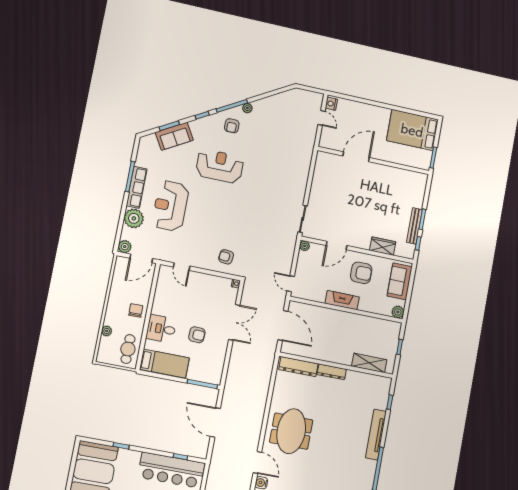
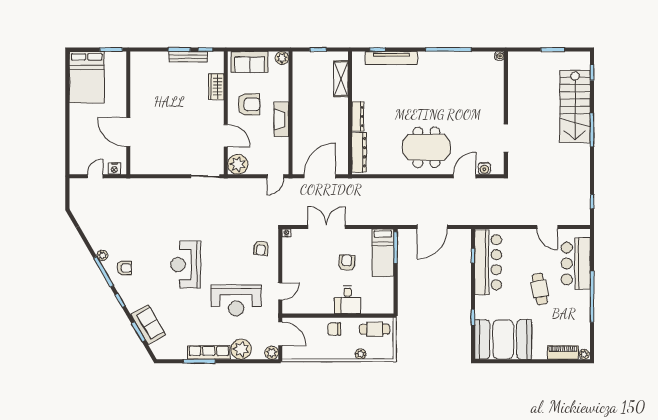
nightstand: (331, 104) -> (114, 169), moved
reception desk: (220, 166) -> (186, 265), moved
reception desk: (170, 206) -> (236, 300), moved
plant: (305, 246) -> (238, 164), width x1.88, depth x1.88
armchair: (361, 273) -> (249, 104), turned 90
bed: (164, 364) -> (383, 253), moved, turned 180
tv unit: (376, 435) -> (391, 58), moved

